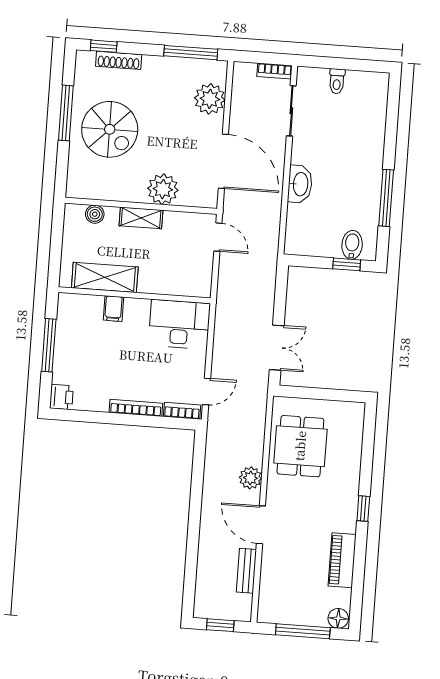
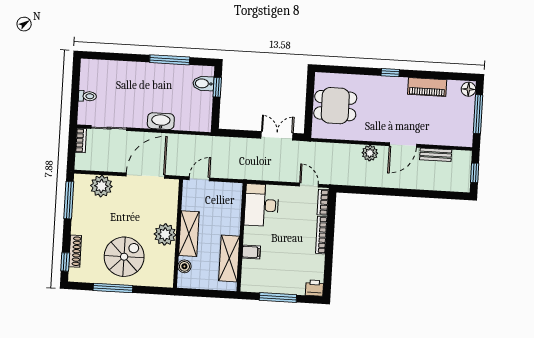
plant: (163, 189) -> (165, 234), moved
shelving: (141, 218) -> (189, 234), width x1.50, depth x1.33
dining table: (300, 446) -> (335, 106), moved

